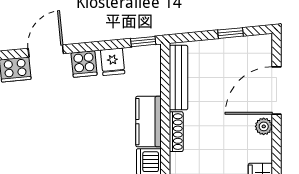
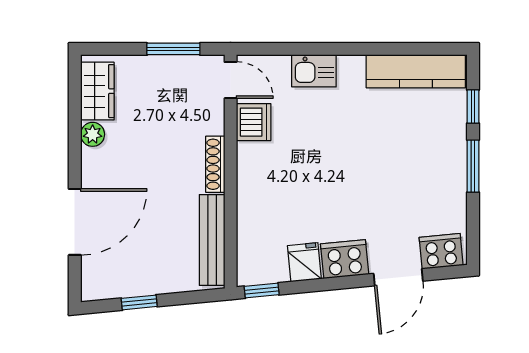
cooker: (84, 64) -> (345, 259), width x1.36
kitchen counter: (149, 122) -> (254, 178), removed
plant: (264, 126) -> (93, 134), moved

